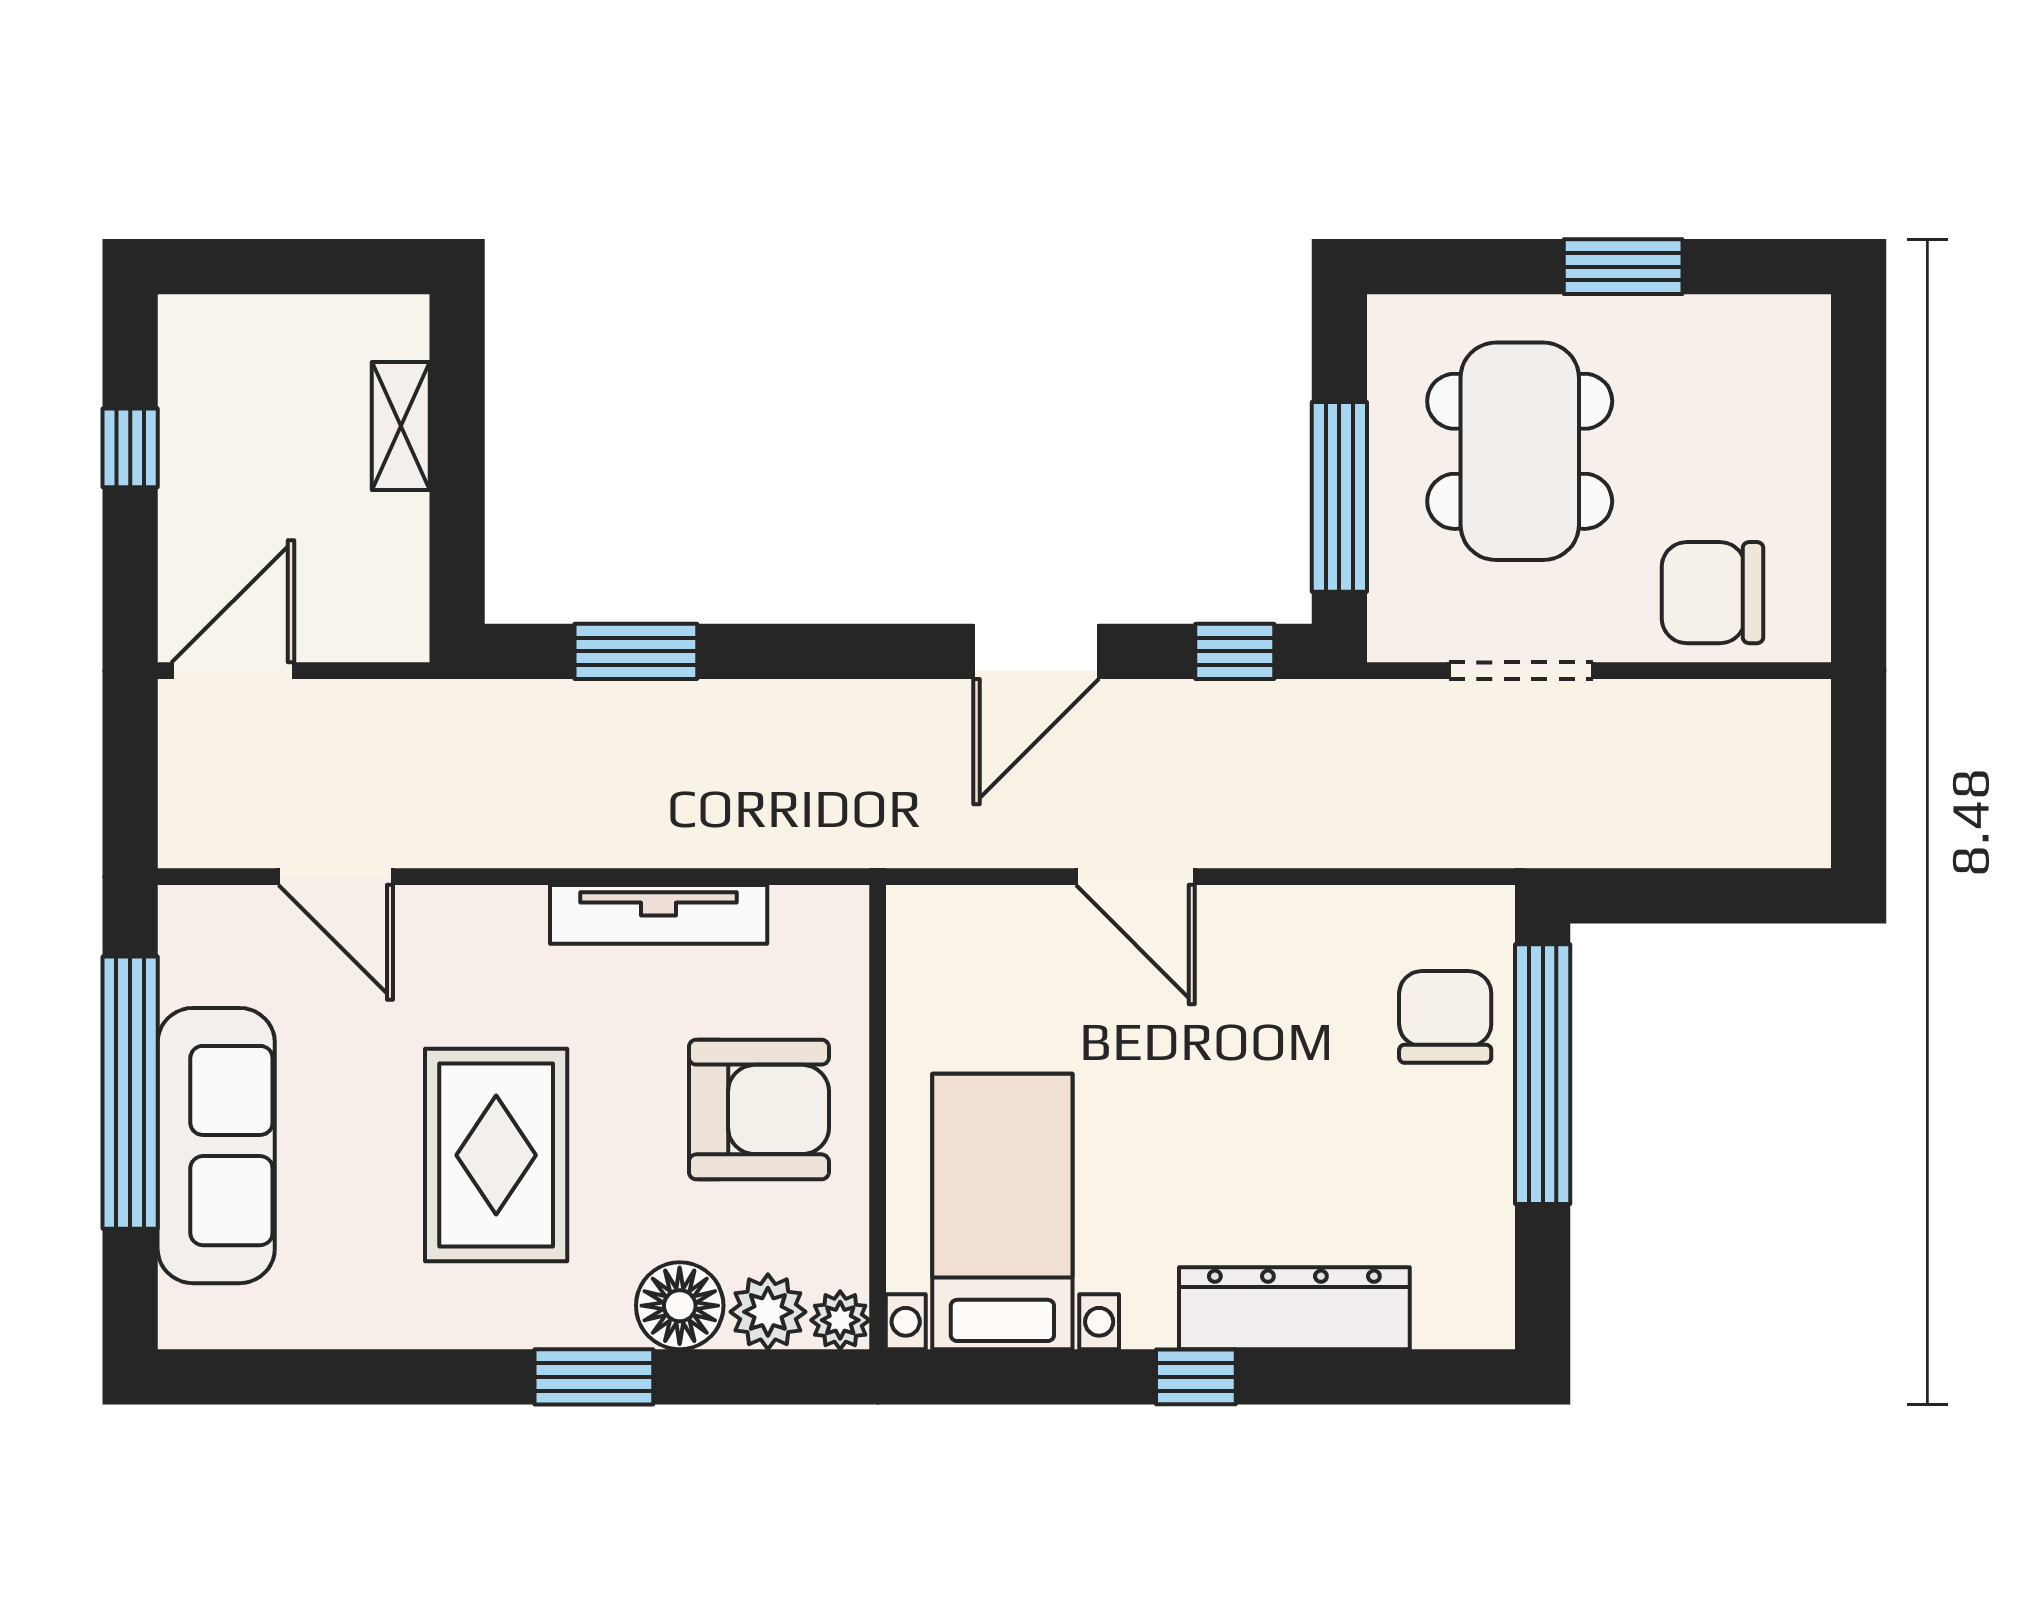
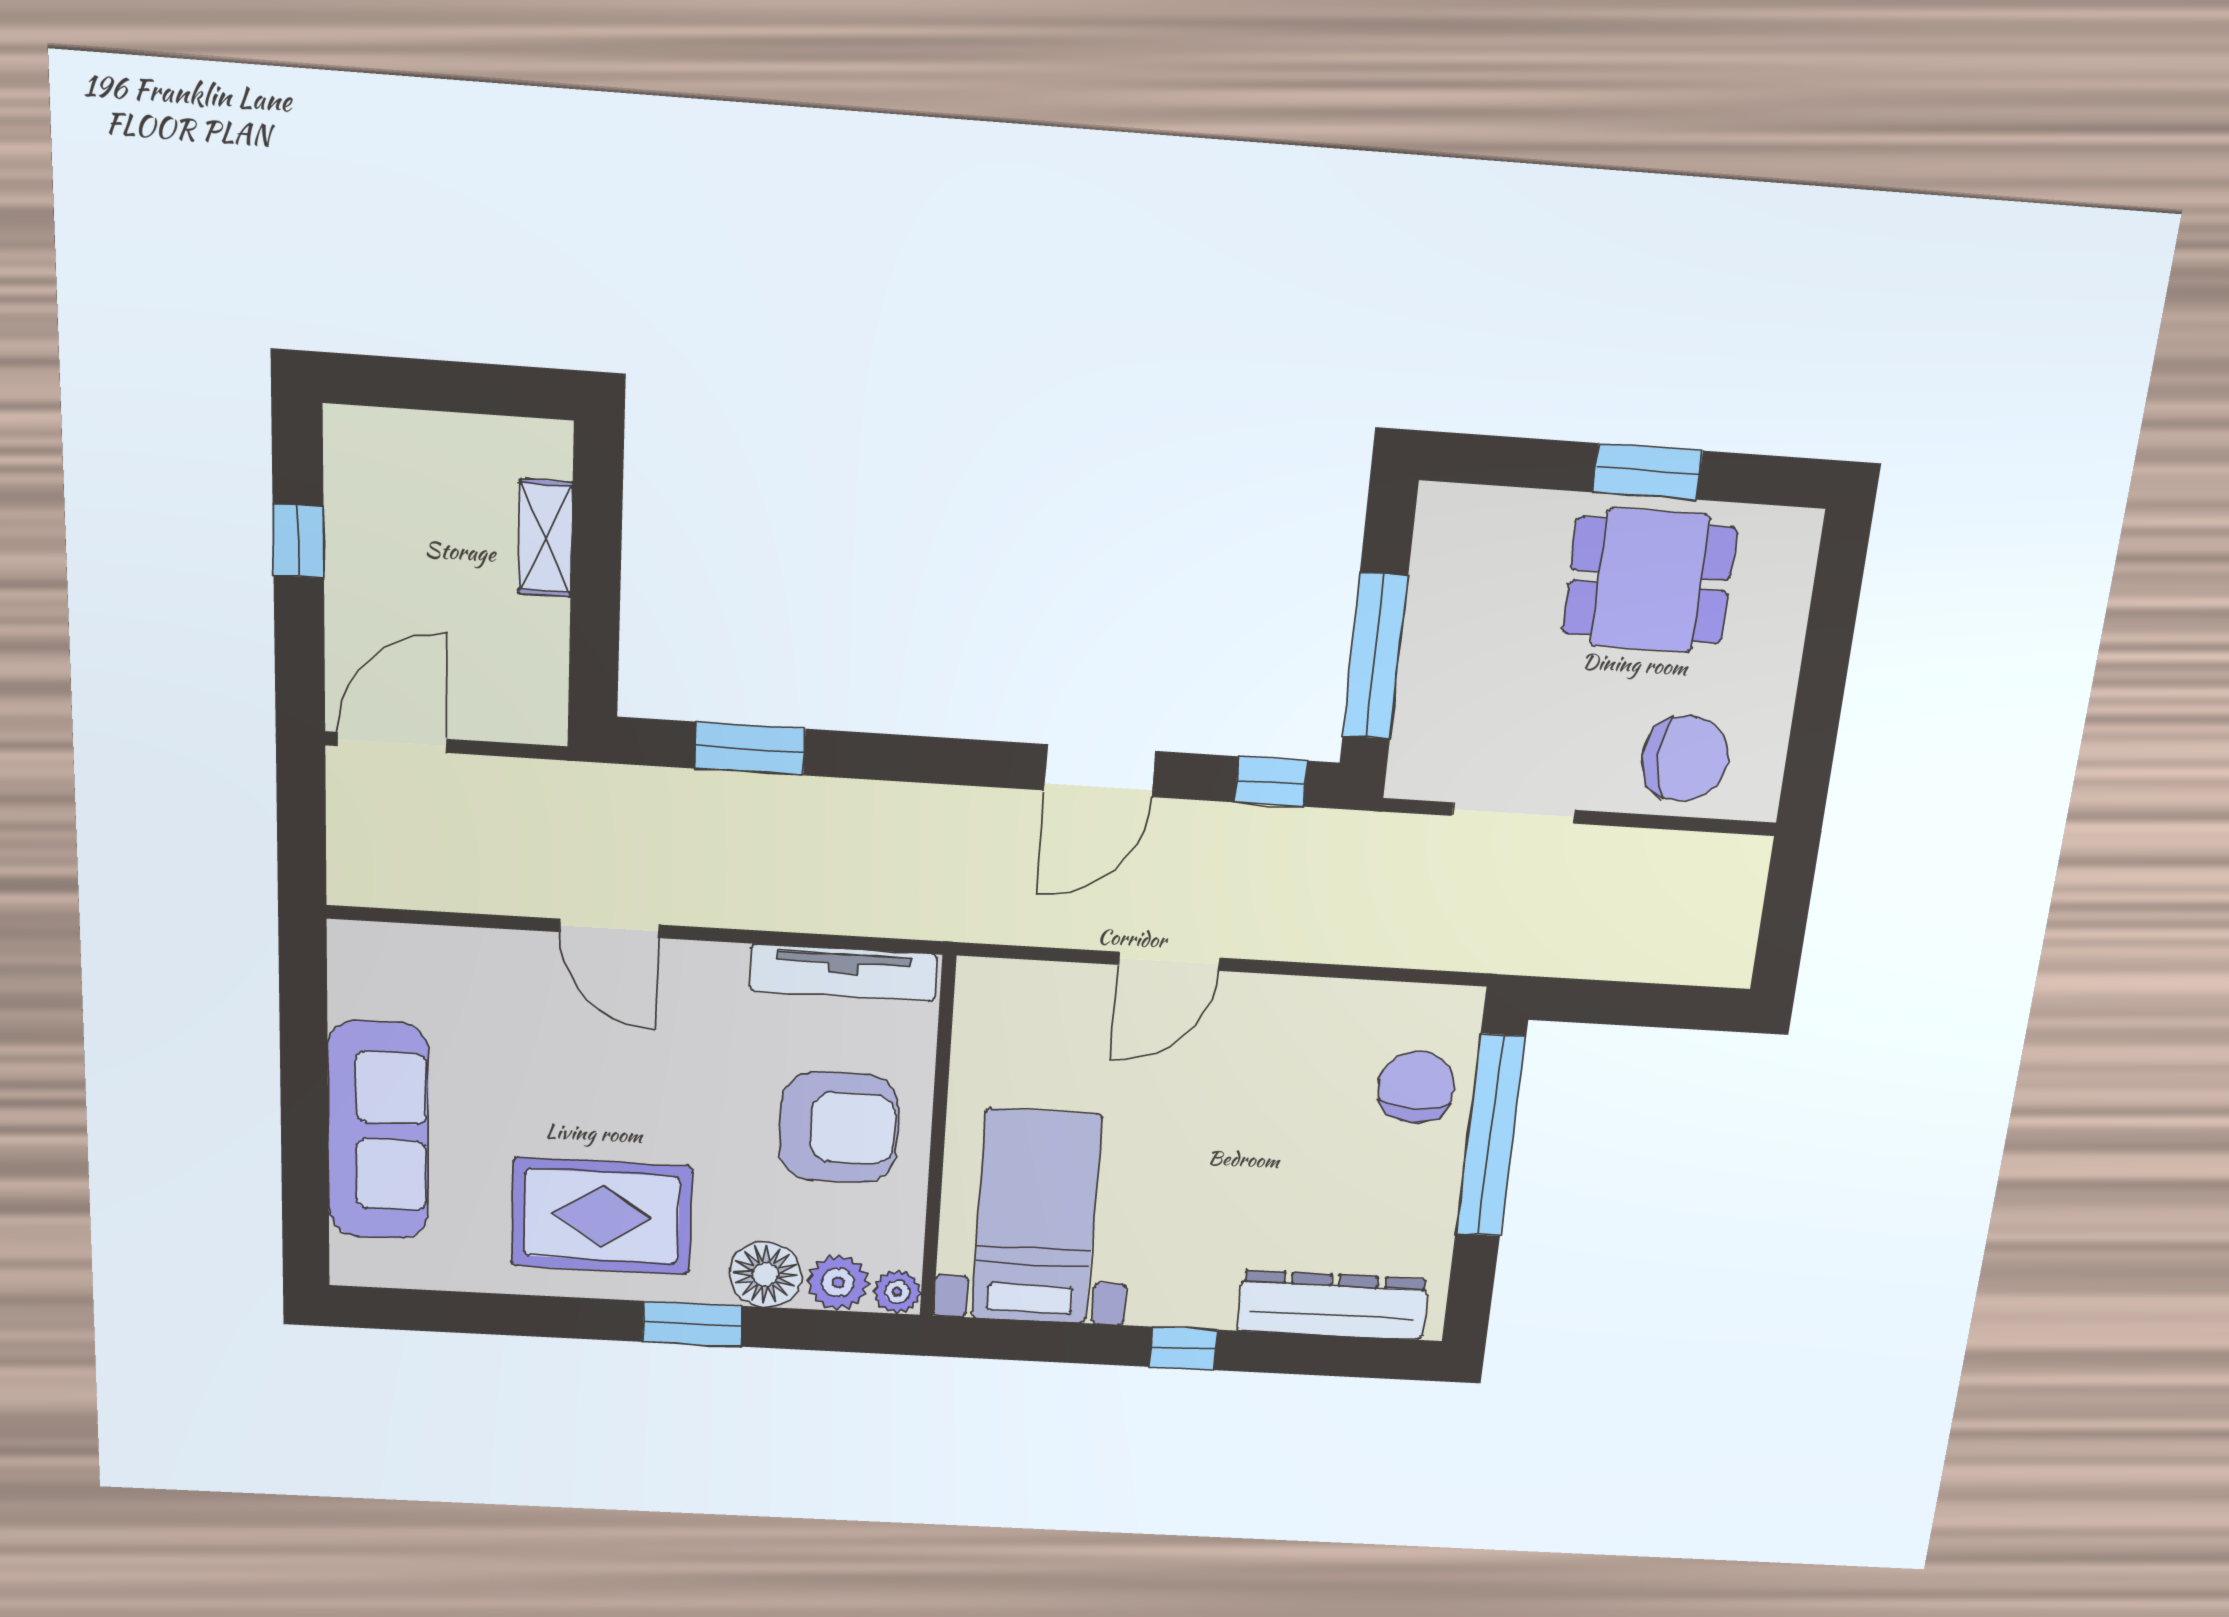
dining table: (1520, 451) -> (1649, 581), moved, width x0.73
chair: (1712, 593) -> (1685, 758), turned 180
door: (336, 877) -> (609, 928), moved
door: (1135, 877) -> (1169, 961), hinge flipped
tv unit: (659, 914) -> (843, 973), moved
window: (130, 1093) -> (304, 1085), removed
rug: (496, 1155) -> (602, 1216), moved, turned 90
dresser: (1294, 1308) -> (1333, 1305), moved

